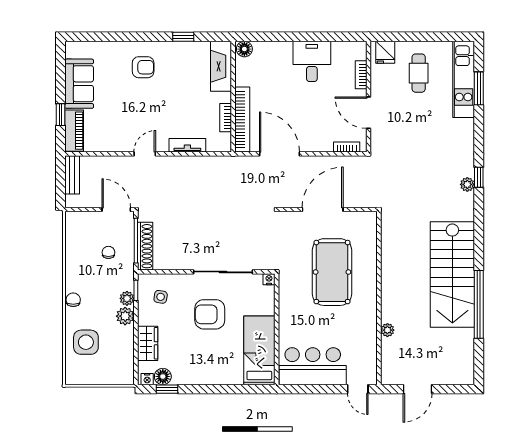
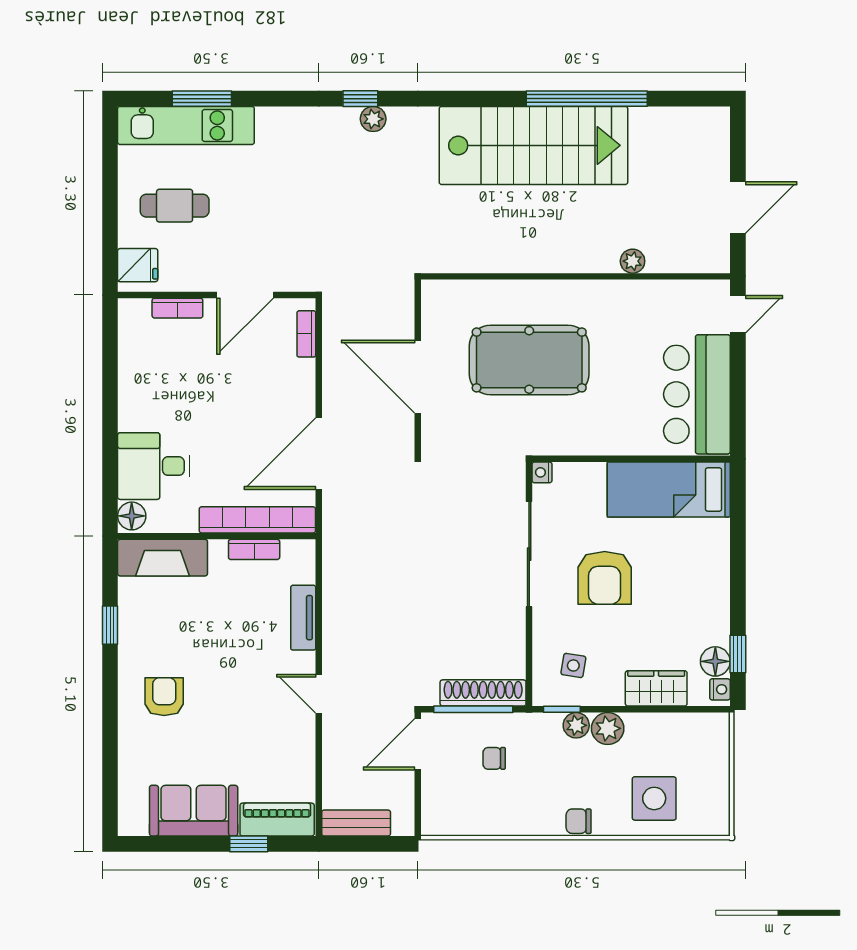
desk: (312, 61) -> (154, 466), moved
door: (418, 389) -> (738, 208), hinge flipped

